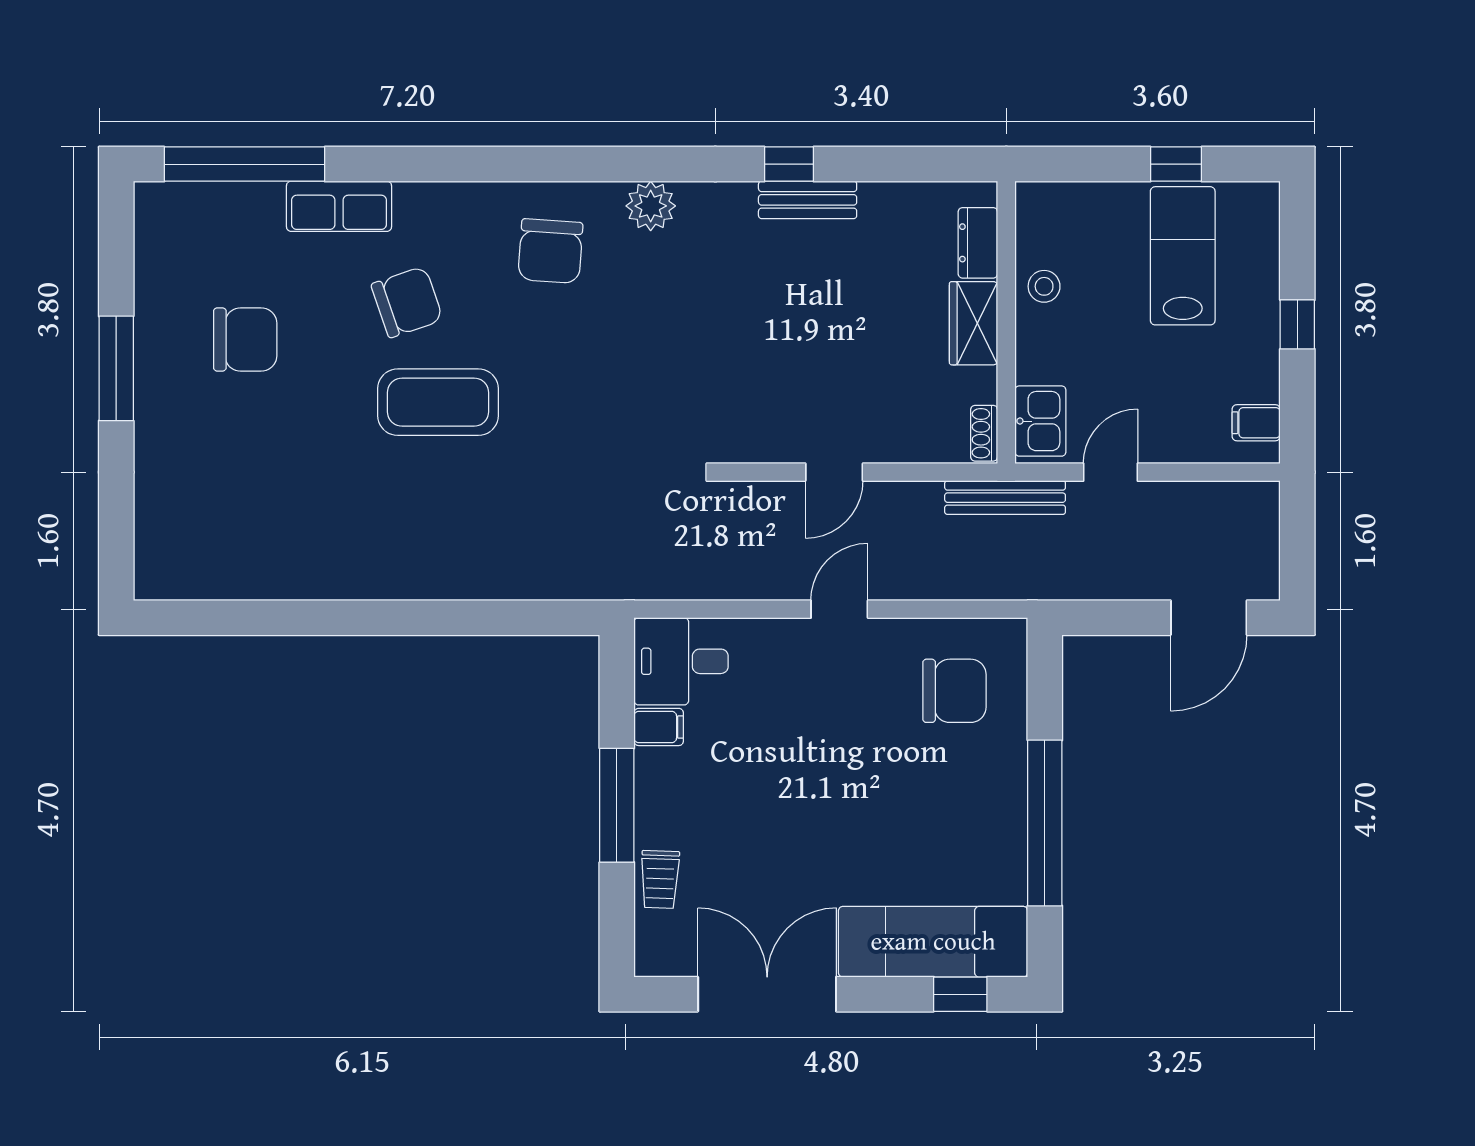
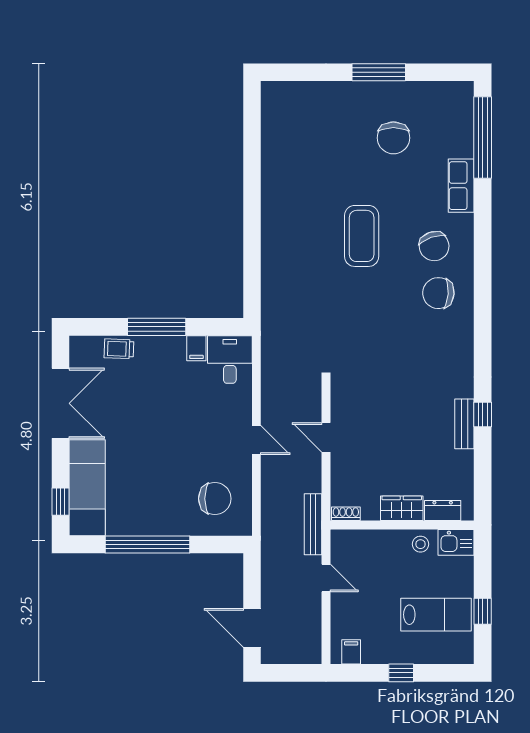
plant: (651, 206) -> (461, 344), removed
chair: (407, 302) -> (434, 246), moved
kitchen sink: (1040, 421) -> (456, 542), moved
chair: (954, 691) -> (215, 499), turned -90

